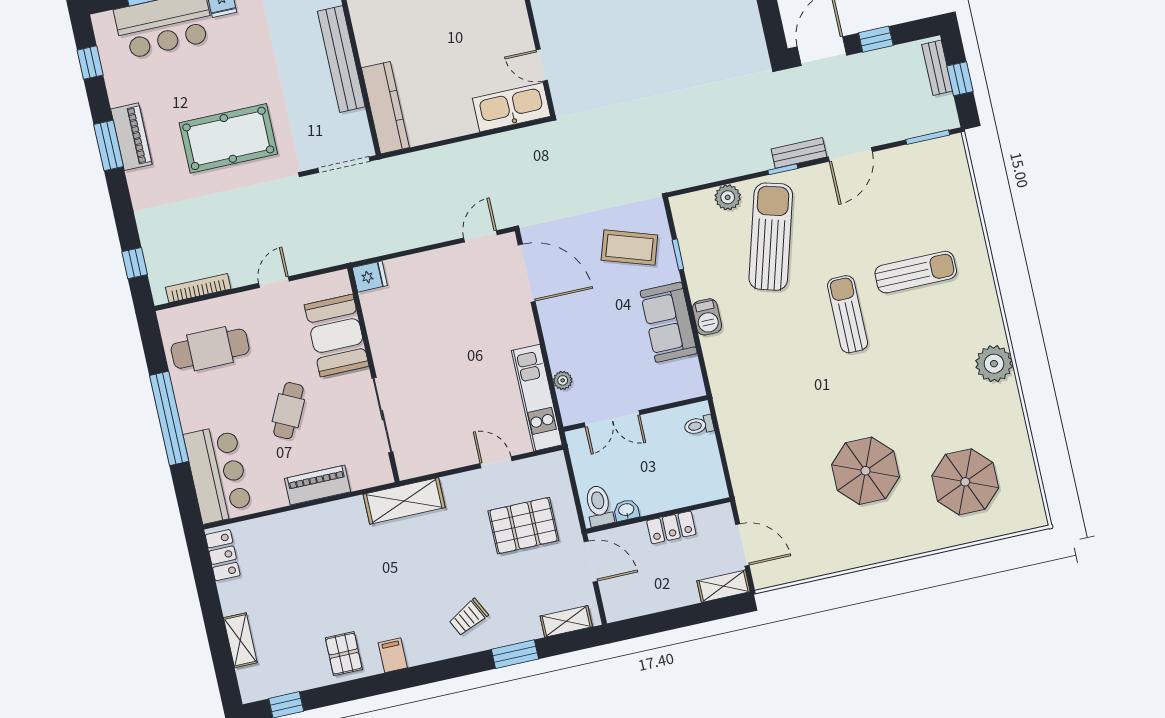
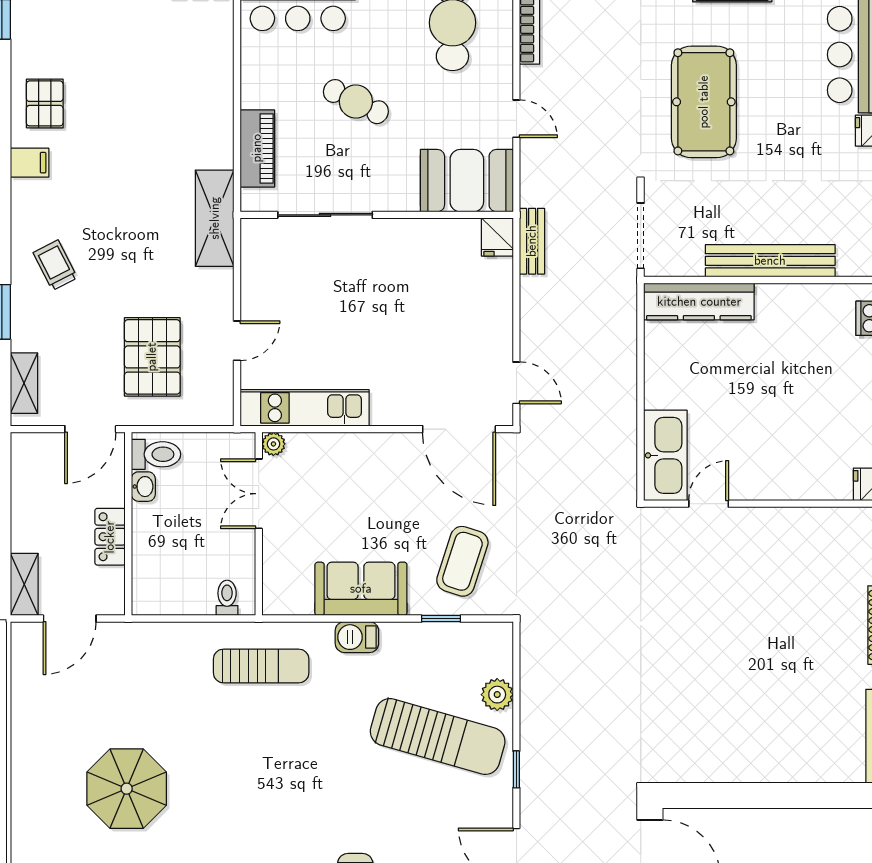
bench: (799, 153) -> (532, 241), moved
door: (527, 273) -> (459, 429), hinge flipped
sun lounger: (848, 314) -> (261, 666), moved
booth: (337, 336) -> (467, 181), moved
plant: (563, 380) -> (273, 444), moved
piano: (318, 485) -> (257, 148), moved
pallet: (344, 654) -> (45, 103), turned 90

